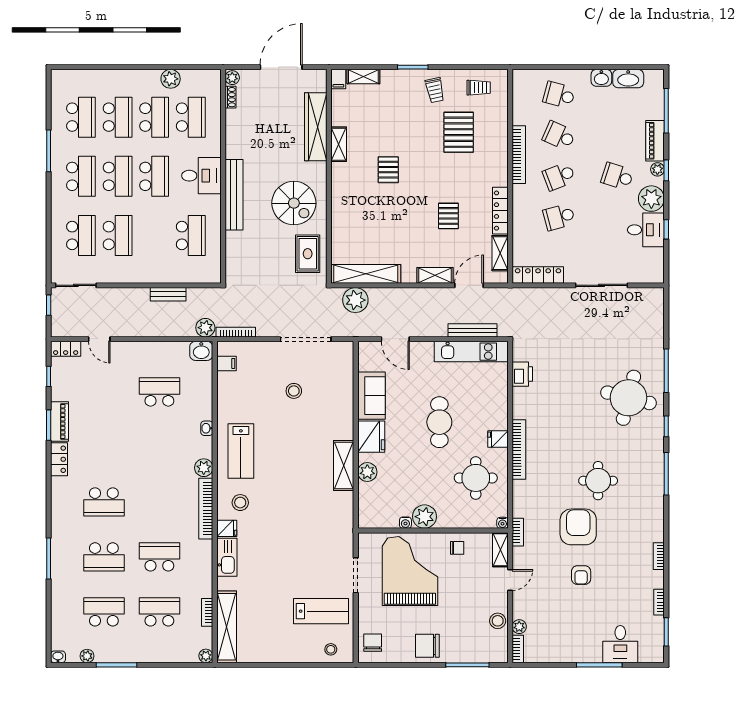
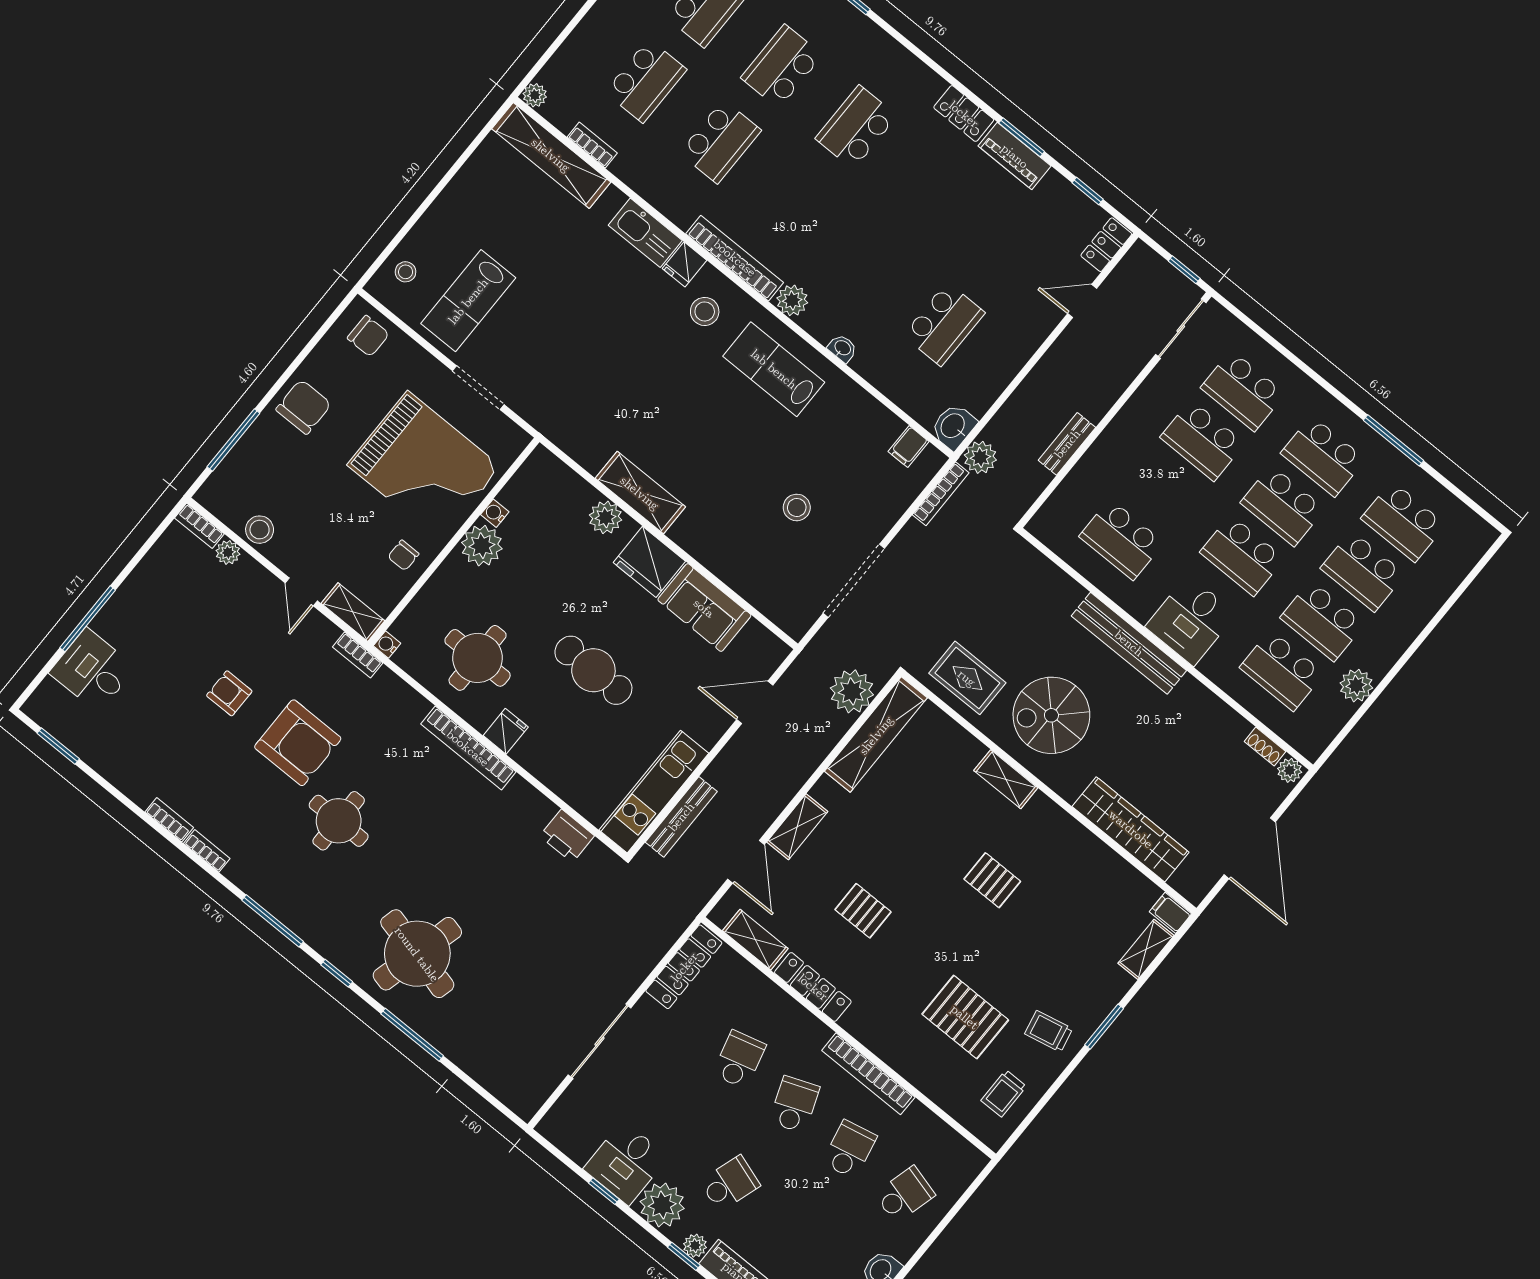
school desk: (559, 136) -> (850, 1149), turned -36
shelving: (339, 144) -> (1006, 779), moved
bookcase: (659, 602) -> (207, 851), moved

